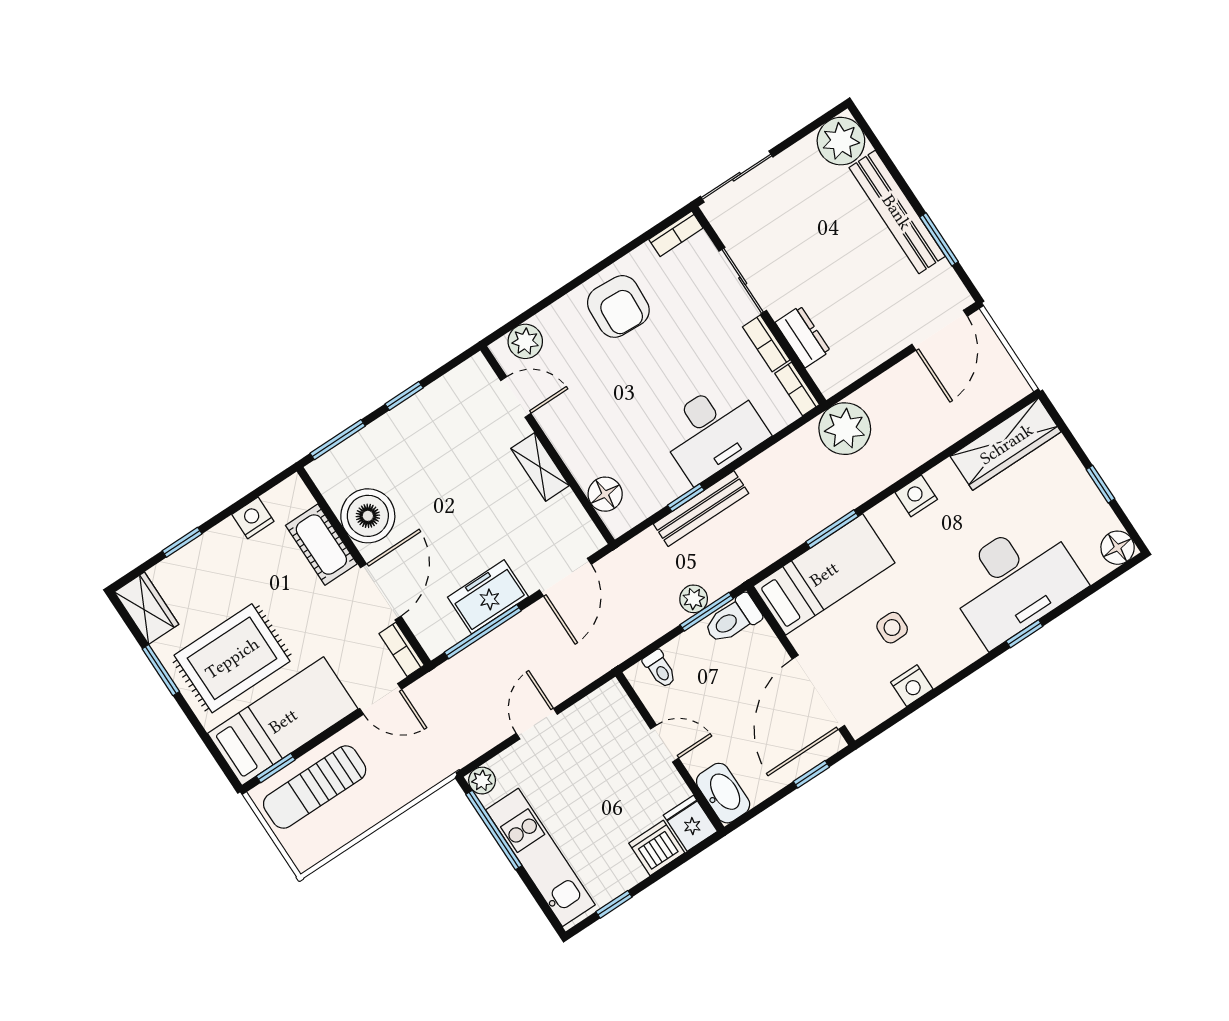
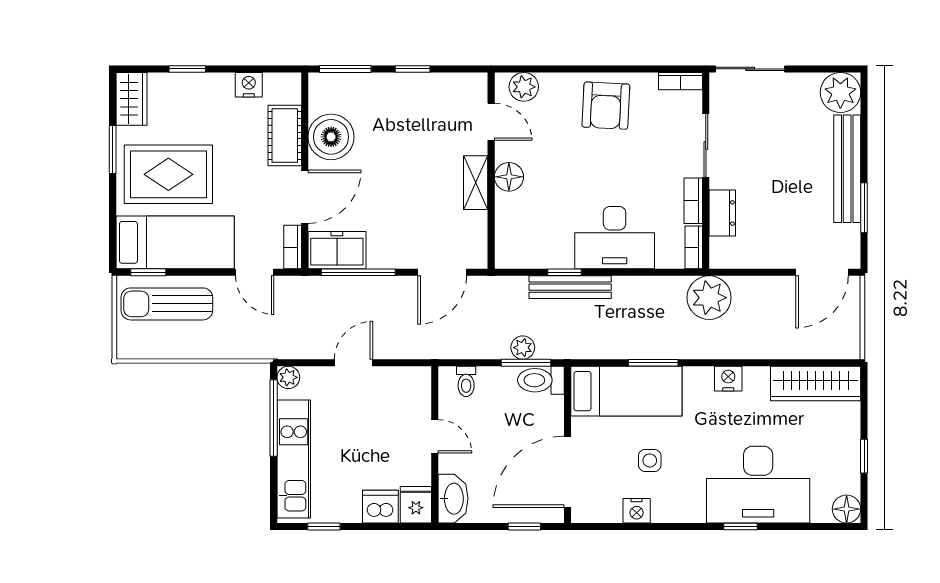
floor lamp: (605, 494) -> (509, 177), moved
freezer: (488, 597) -> (337, 250), moved

